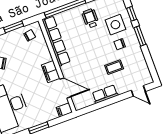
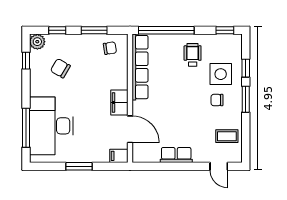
coffee table: (114, 67) -> (227, 136), moved

